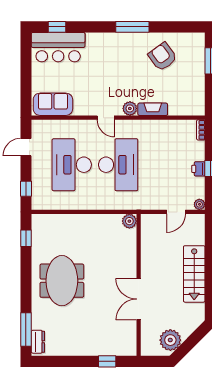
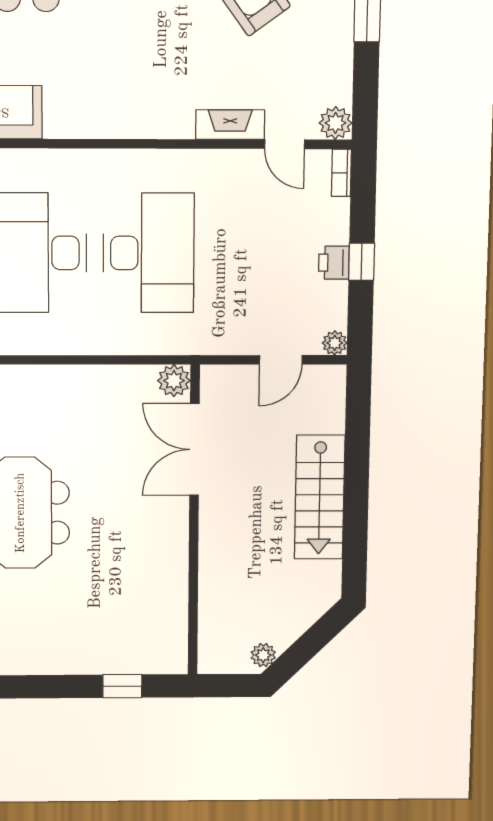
plant: (130, 108) -> (335, 123), moved
door: (106, 118) -> (285, 144), moved
double door: (139, 299) -> (194, 449), moved
plant: (170, 340) -> (263, 655), width x0.53, depth x0.53

